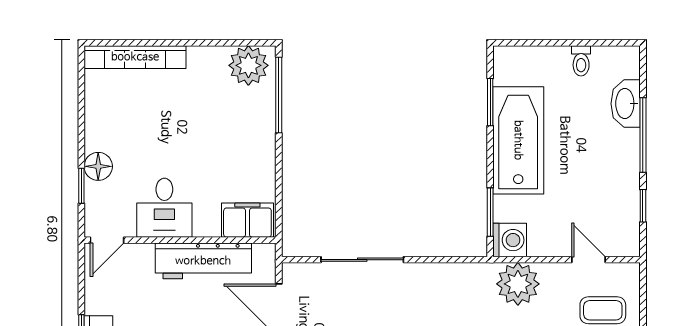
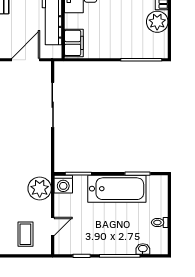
plant: (248, 65) -> (157, 22), moved
washbasin: (626, 104) -> (143, 249), width x0.52, depth x0.69

